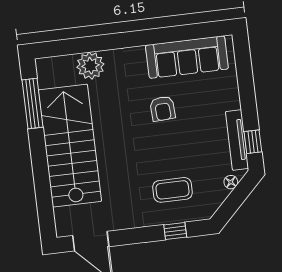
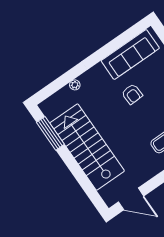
plant: (90, 66) -> (75, 85), width x0.53, depth x0.53

